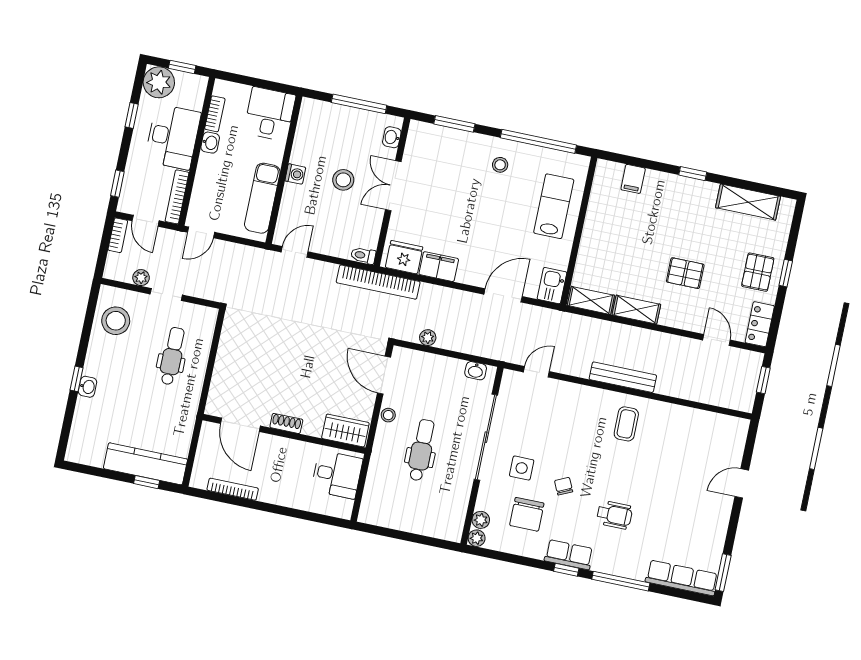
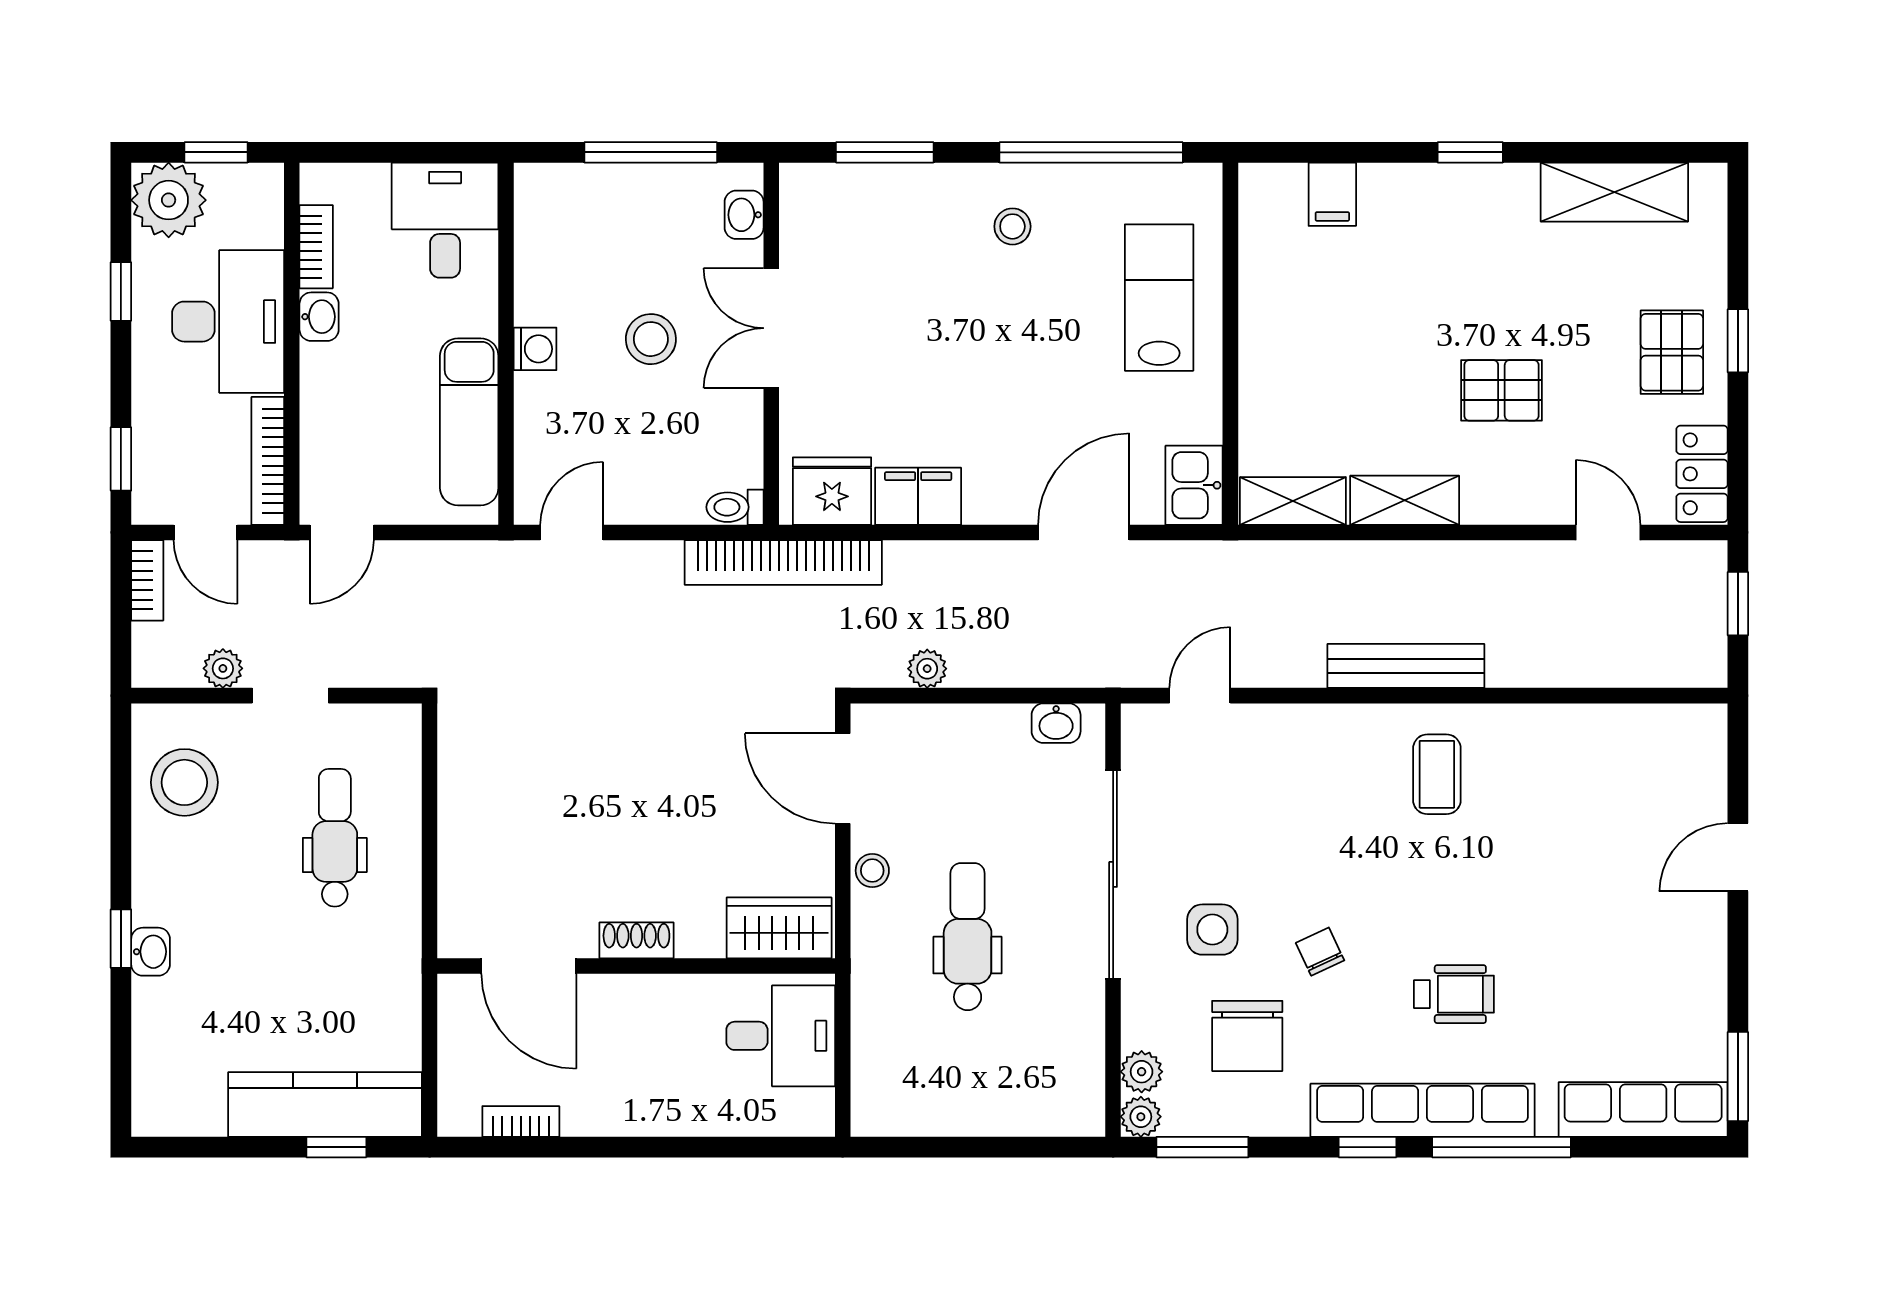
bookcase: (233, 489) -> (521, 1121), width x0.64
row of seats: (569, 555) -> (1423, 1110), width x2.02
window: (499, 556) -> (1202, 1147), added

